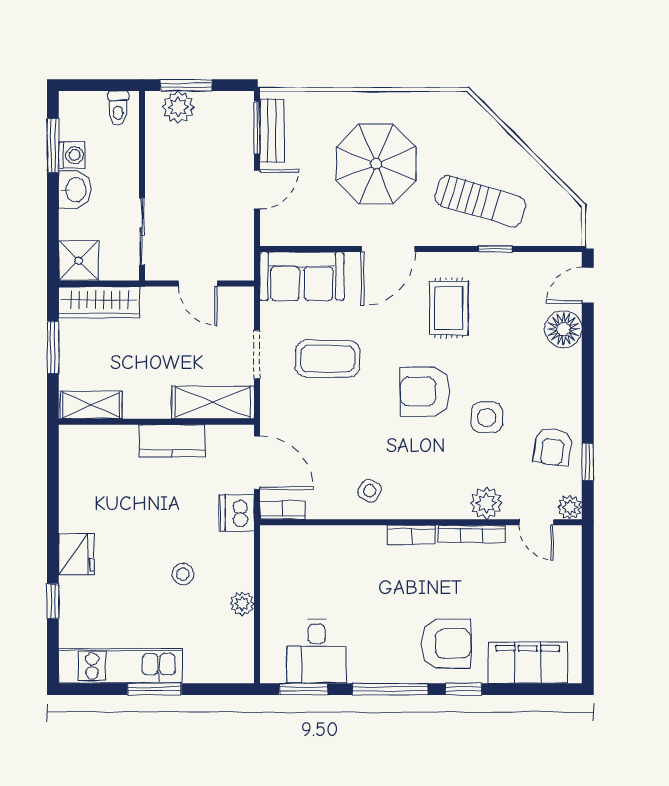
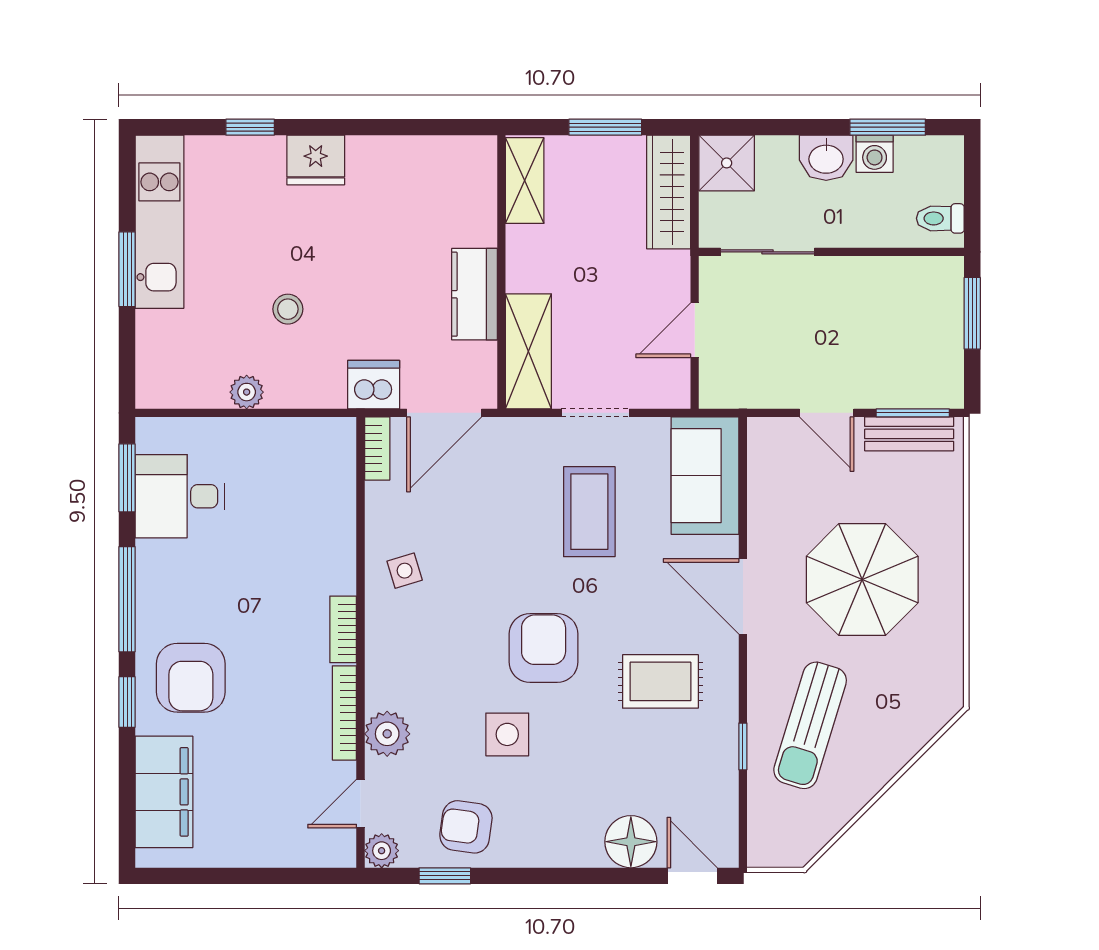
plant: (178, 107) -> (942, 303), removed
side table: (370, 491) -> (405, 571), turned 45

